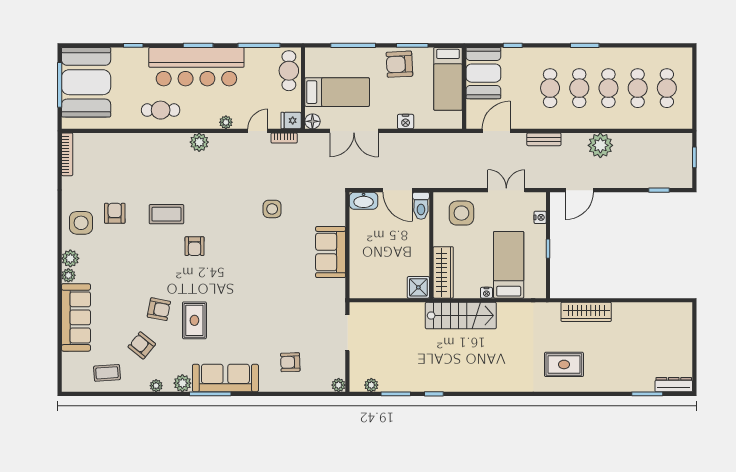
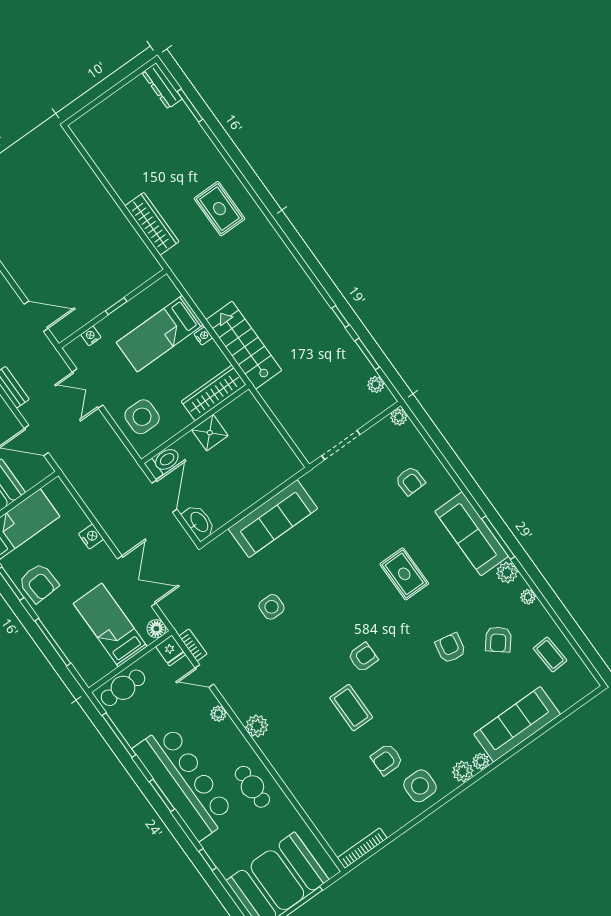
sofa: (331, 252) -> (273, 519), width x1.36
shower: (418, 287) -> (210, 433), moved
rug: (194, 320) -> (404, 574), moved, turned 90

